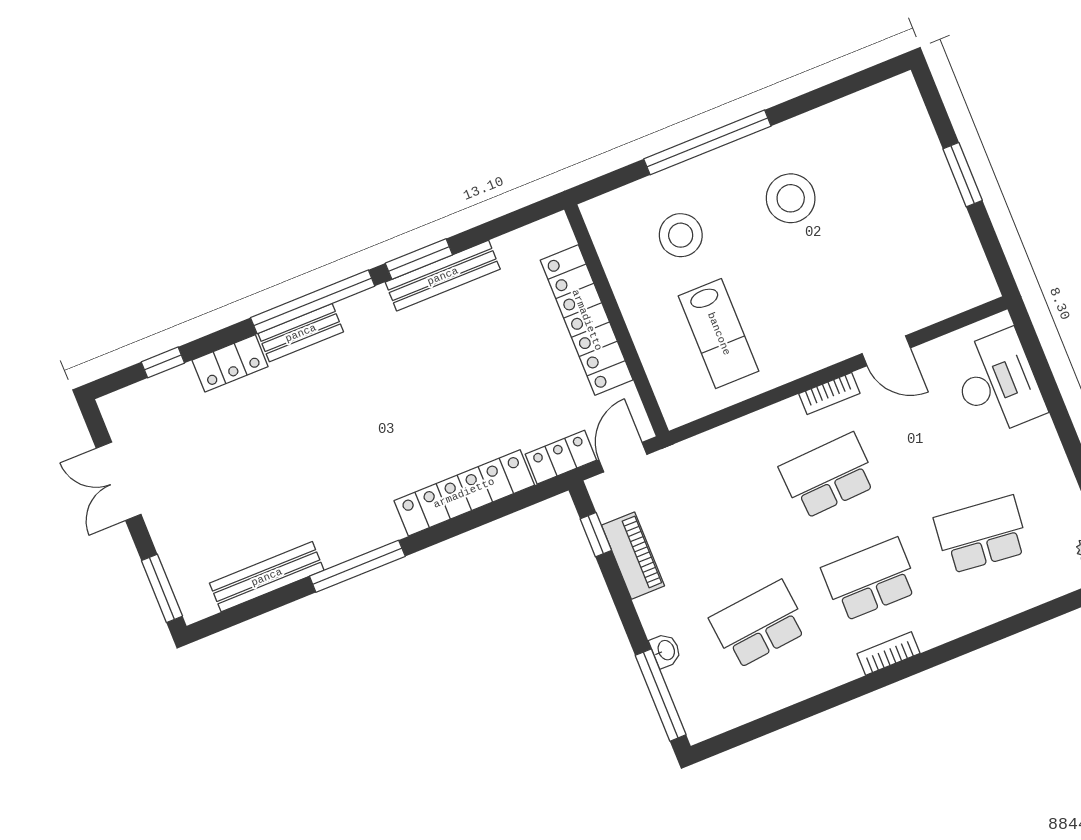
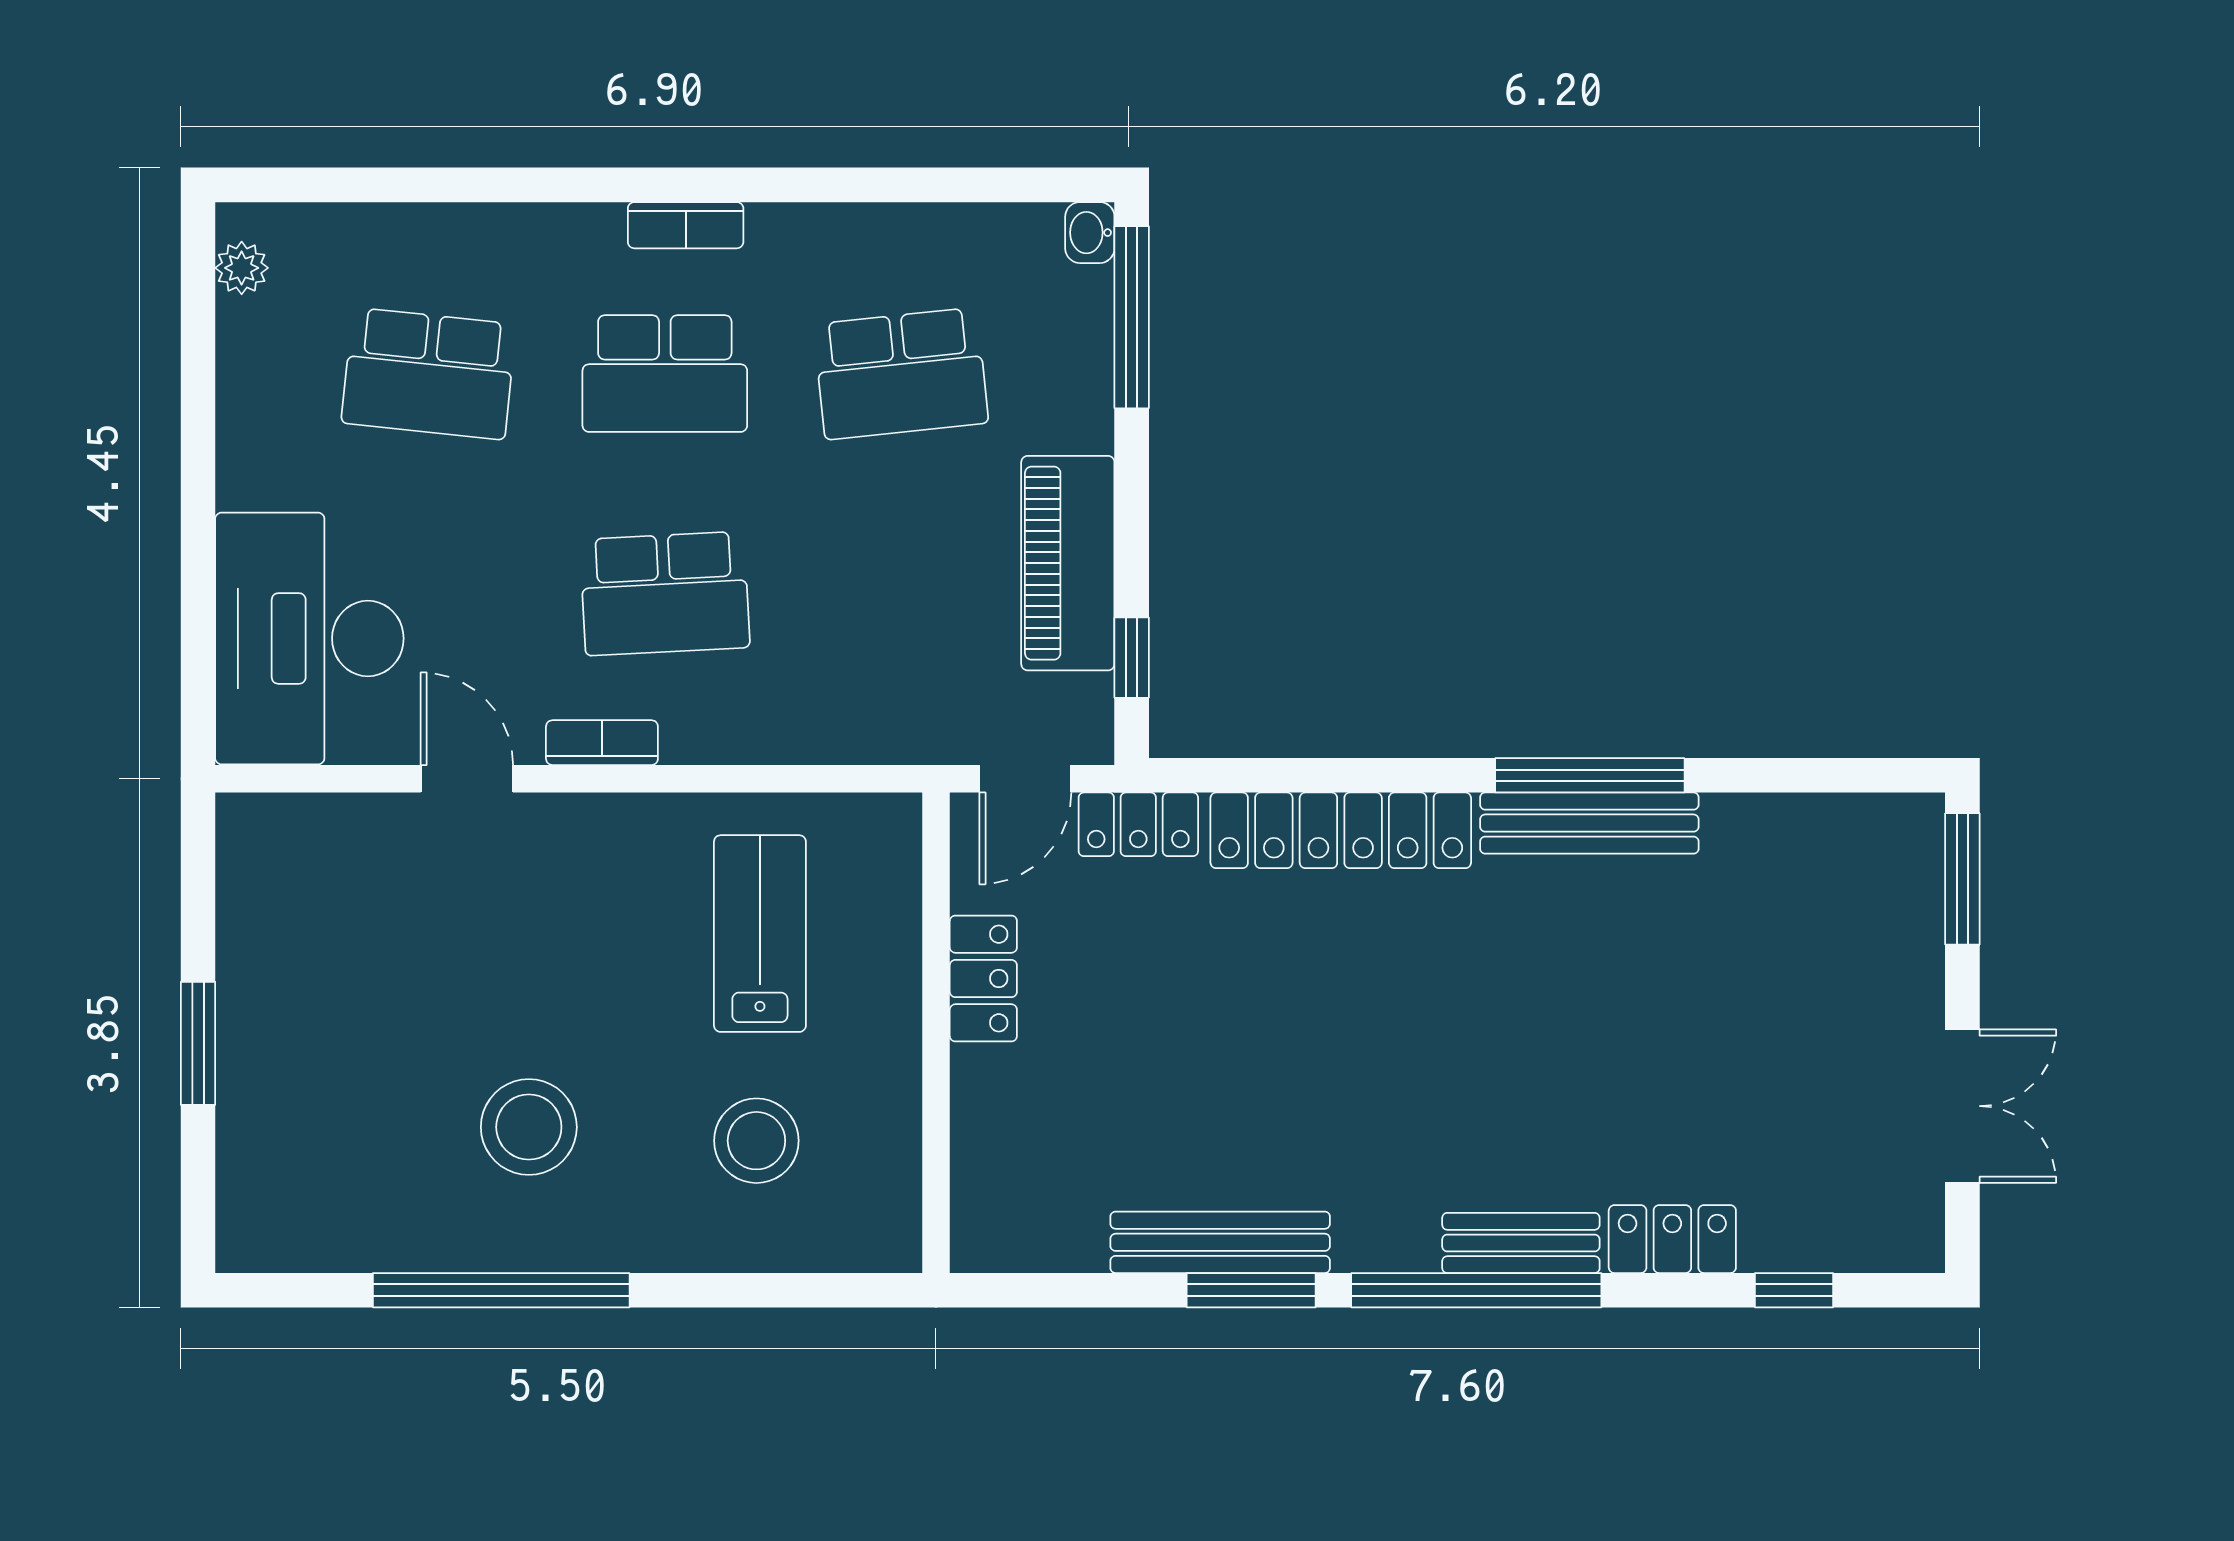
window: (707, 142) -> (501, 1290), moved
locker: (587, 320) -> (983, 979), width x0.46, depth x0.83
desk: (997, 383) -> (309, 638), width x1.36, depth x1.30
piano: (633, 556) -> (1068, 563), width x1.37, depth x1.33
bench: (267, 577) -> (1589, 823), moved
washbasin: (666, 650) -> (1090, 233), moved

